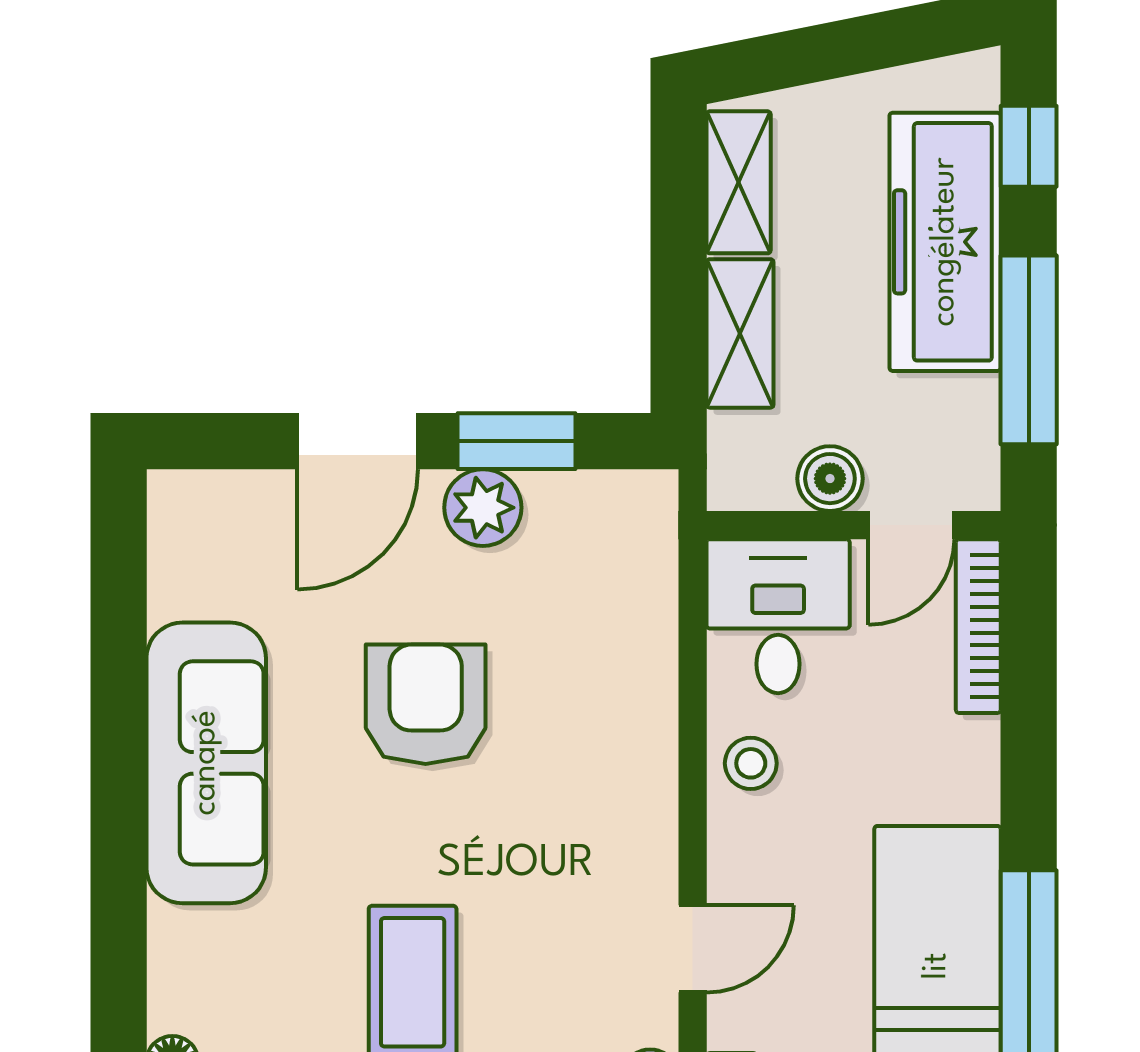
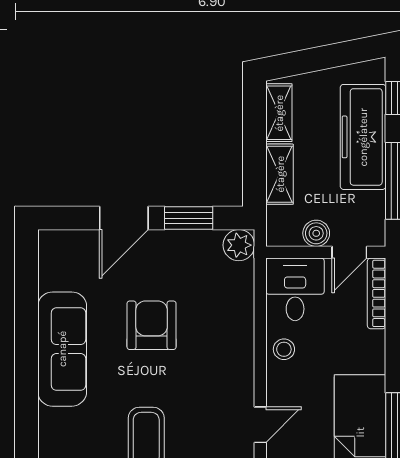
plant: (483, 508) -> (239, 245), moved

